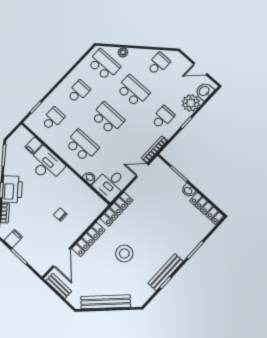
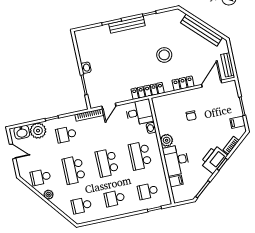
plant: (123, 52) -> (49, 195), moved
school desk: (104, 65) -> (81, 205), width x0.54
door: (142, 170) -> (109, 106), hinge flipped
plant: (67, 176) -> (167, 140), added
locker: (207, 208) -> (82, 46), removed
locker: (88, 239) -> (183, 83), width x0.66
bench: (166, 272) -> (127, 25), moved

